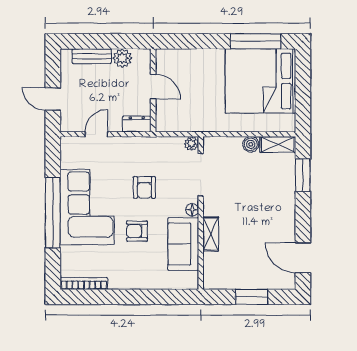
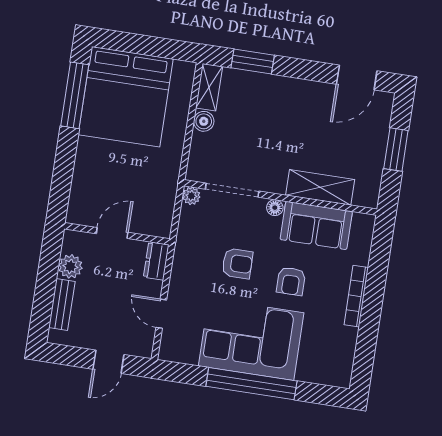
shelving: (211, 234) -> (320, 187), width x1.50, depth x1.33
bookcase: (84, 283) -> (356, 296), moved

